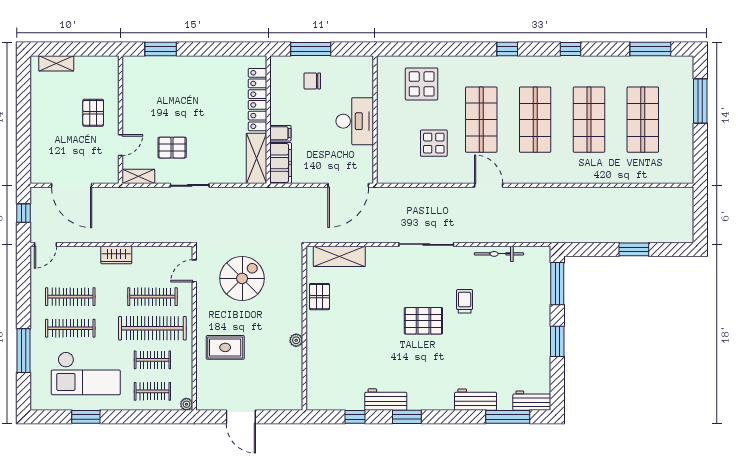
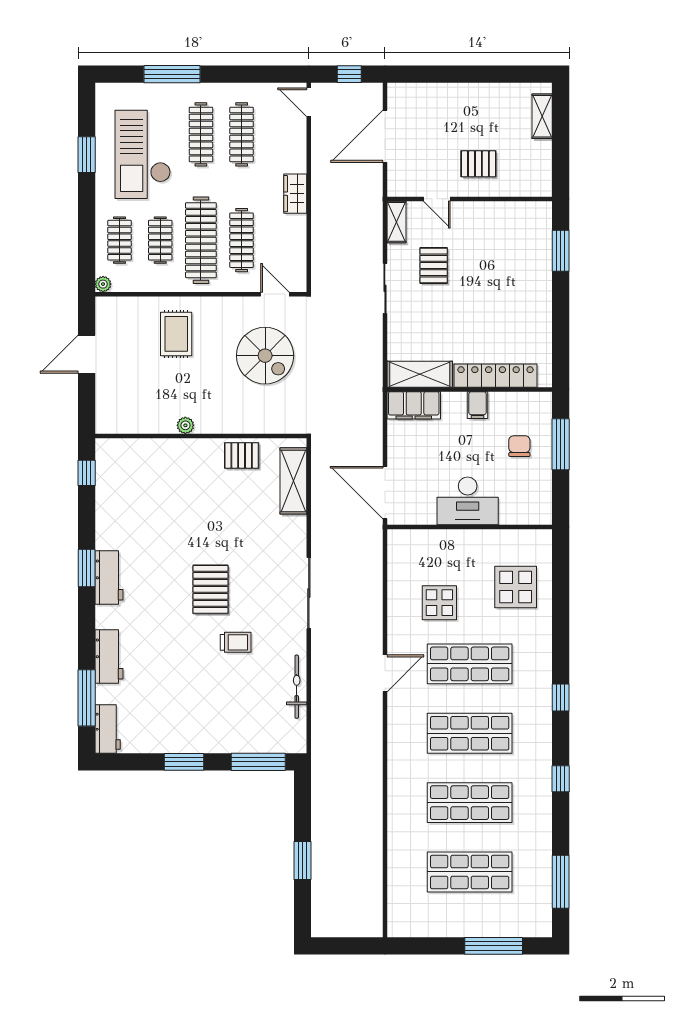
filing cabinet: (280, 133) -> (478, 405), moved
workbench: (386, 400) -> (109, 578), moved
window: (355, 417) -> (87, 473), moved

